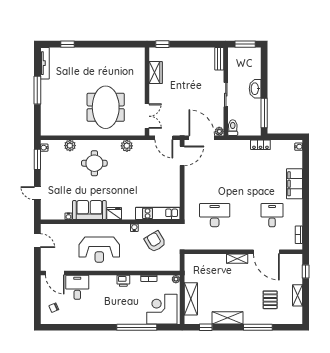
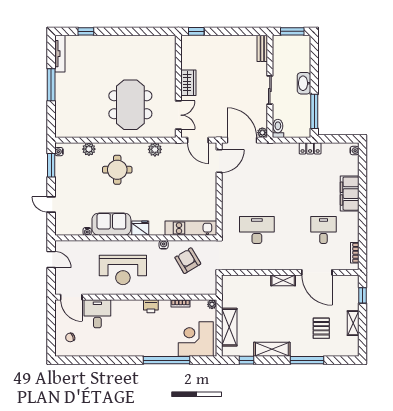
wardrobe: (156, 73) -> (188, 83), moved

